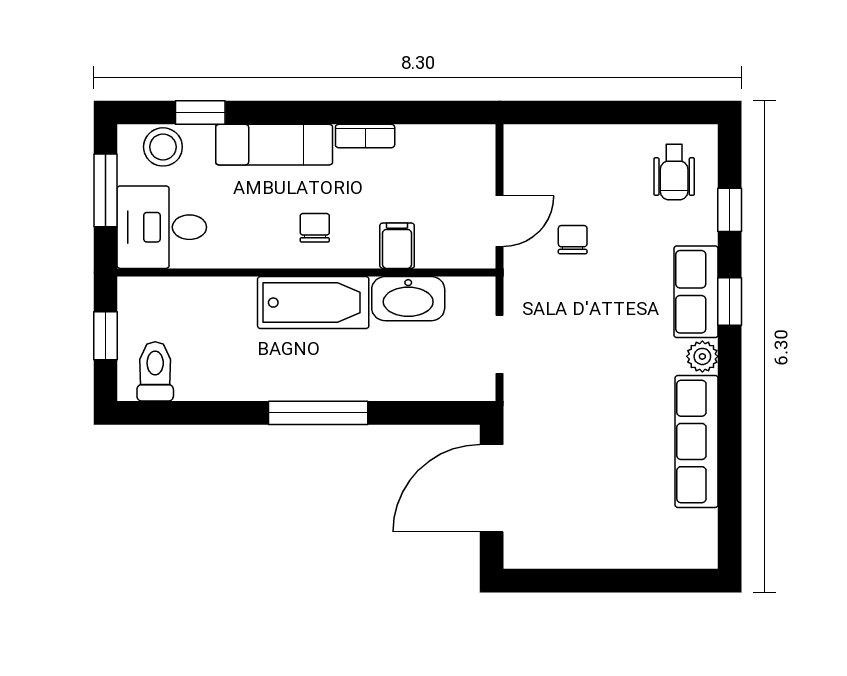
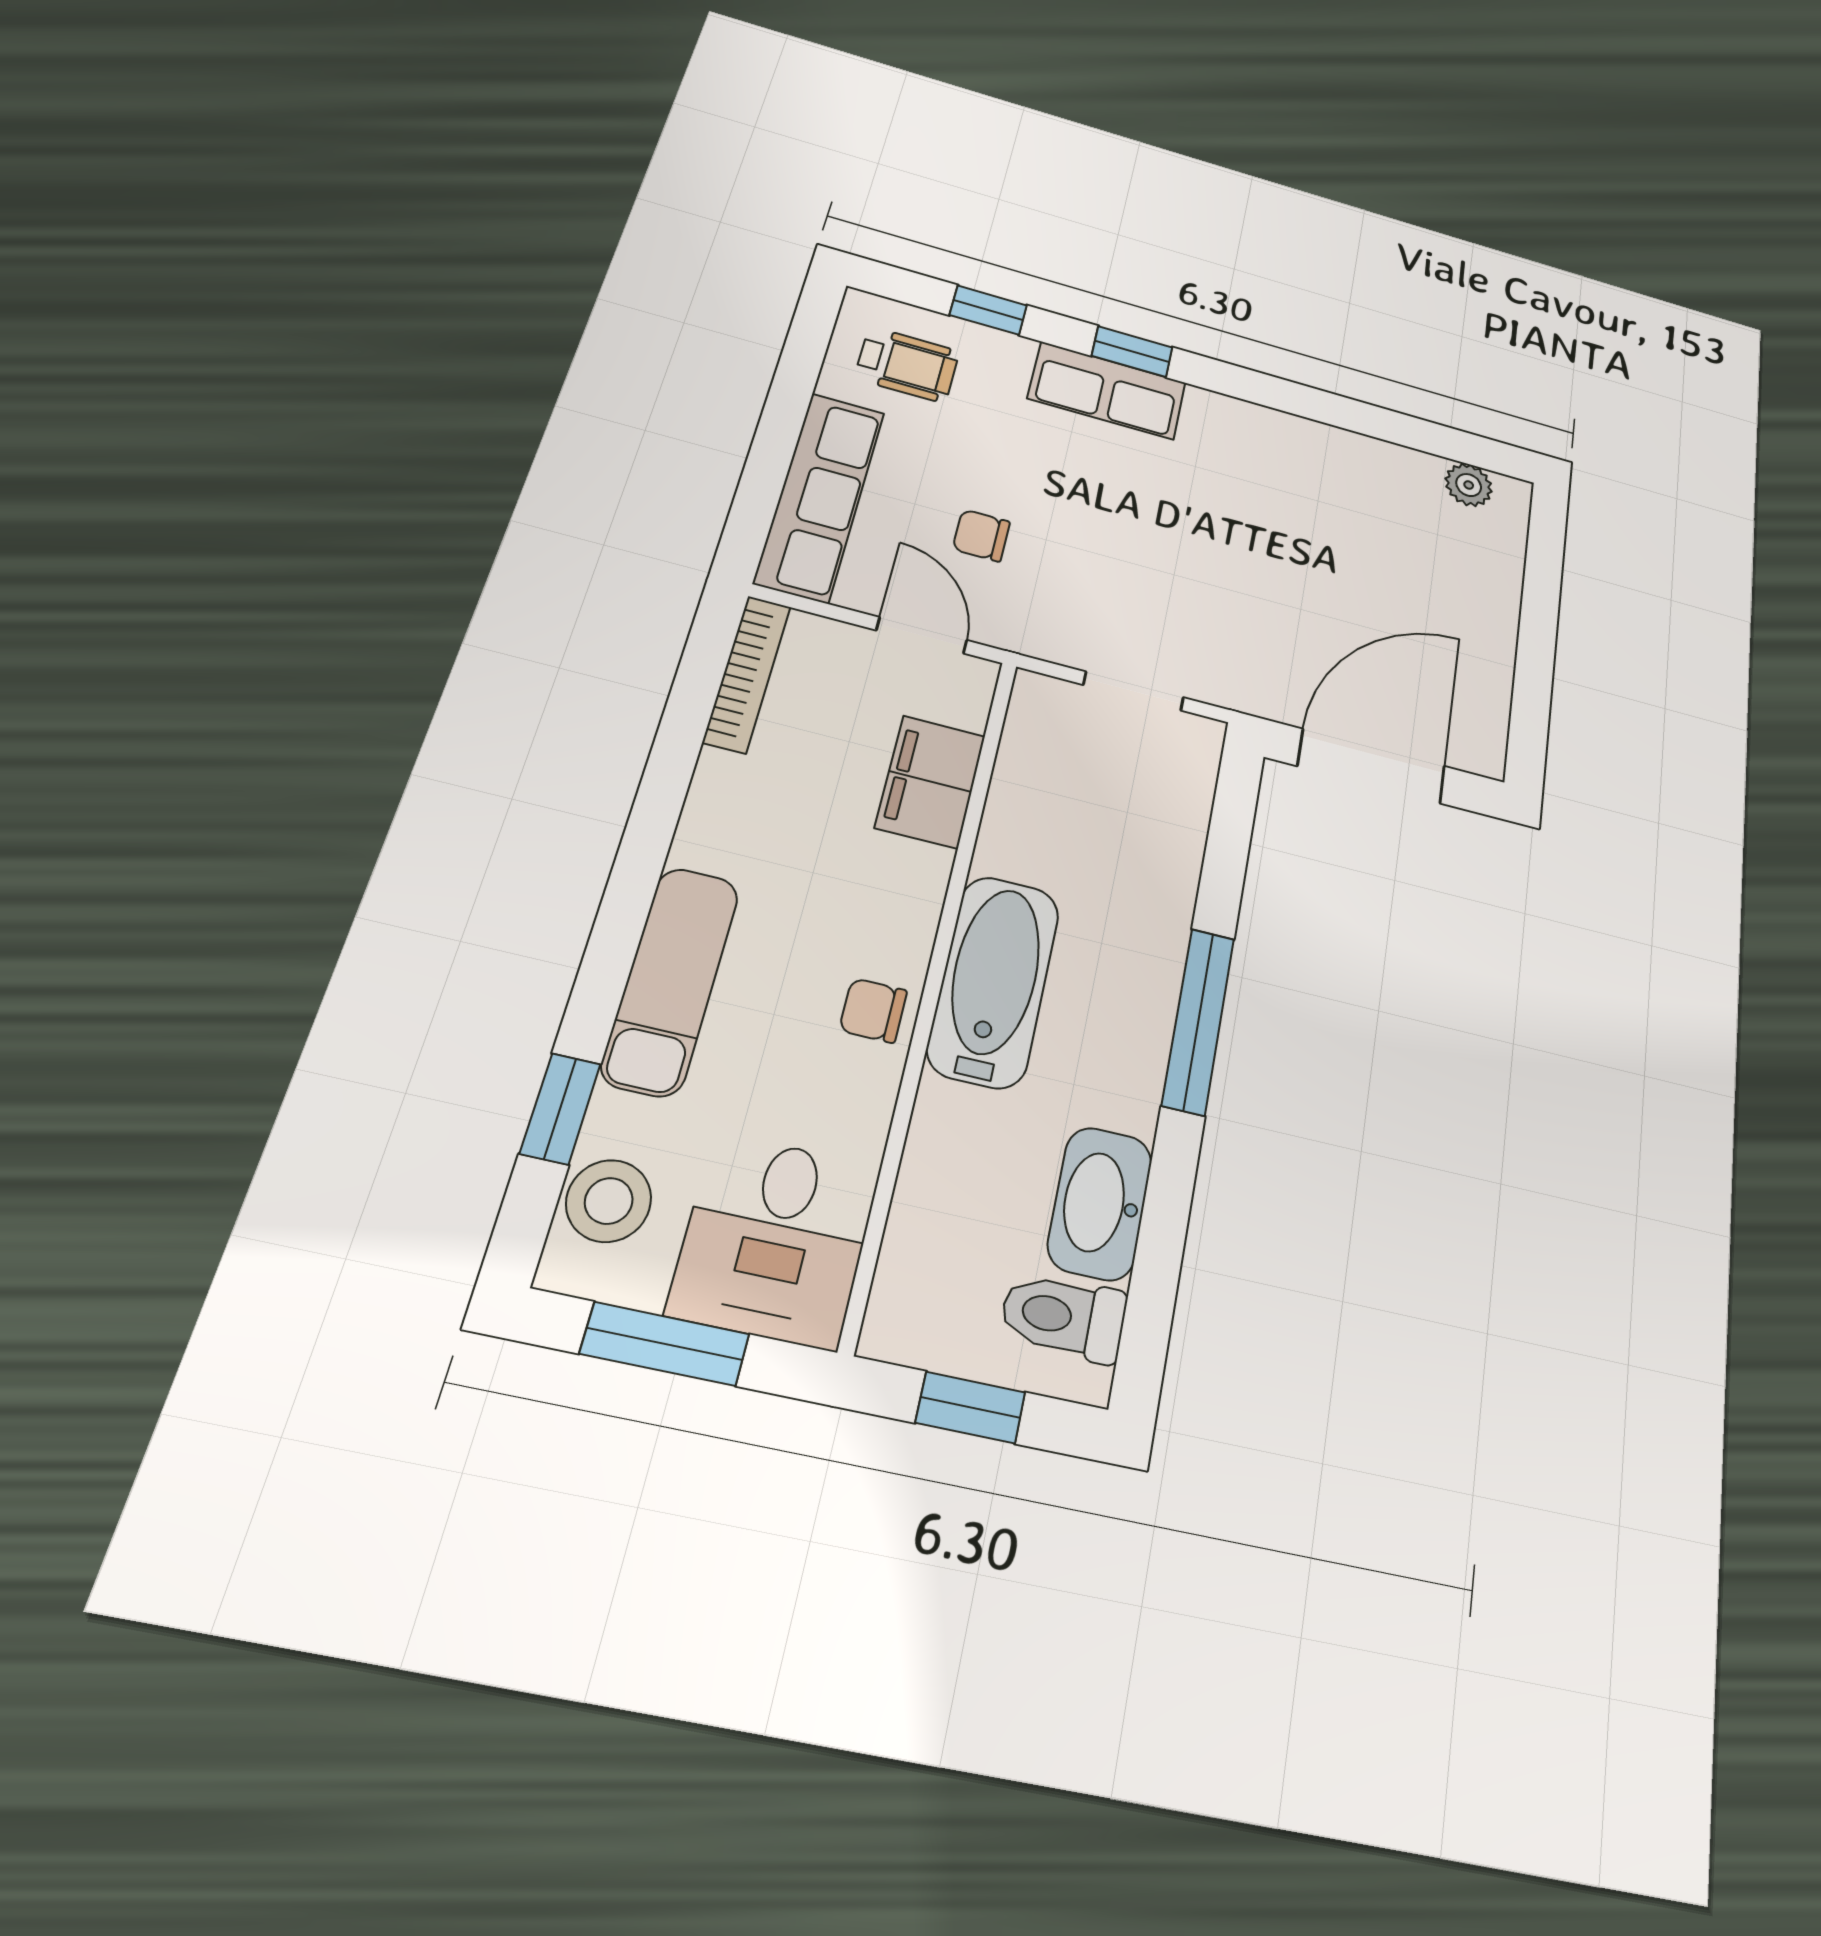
bookcase: (365, 136) -> (747, 674), moved, width x1.56
chair: (315, 228) -> (873, 1010), moved
filing cabinet: (397, 246) -> (930, 782), width x2.00
washbasin: (408, 299) -> (1100, 1203), moved, turned 180
plant: (702, 356) -> (1469, 485), moved
row of seats: (697, 441) -> (820, 496), moved, turned -90
door: (492, 488) -> (1372, 766), swing flipped

